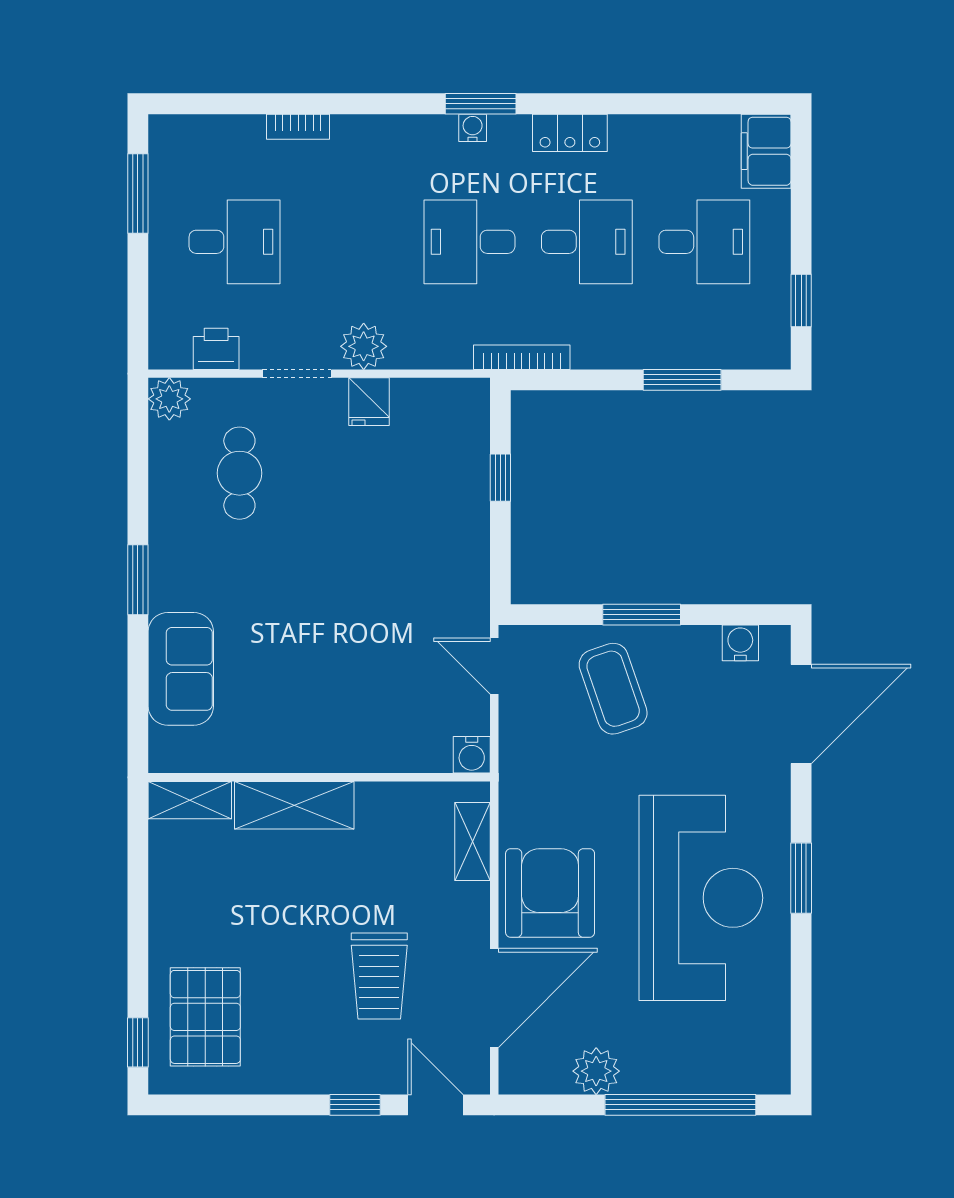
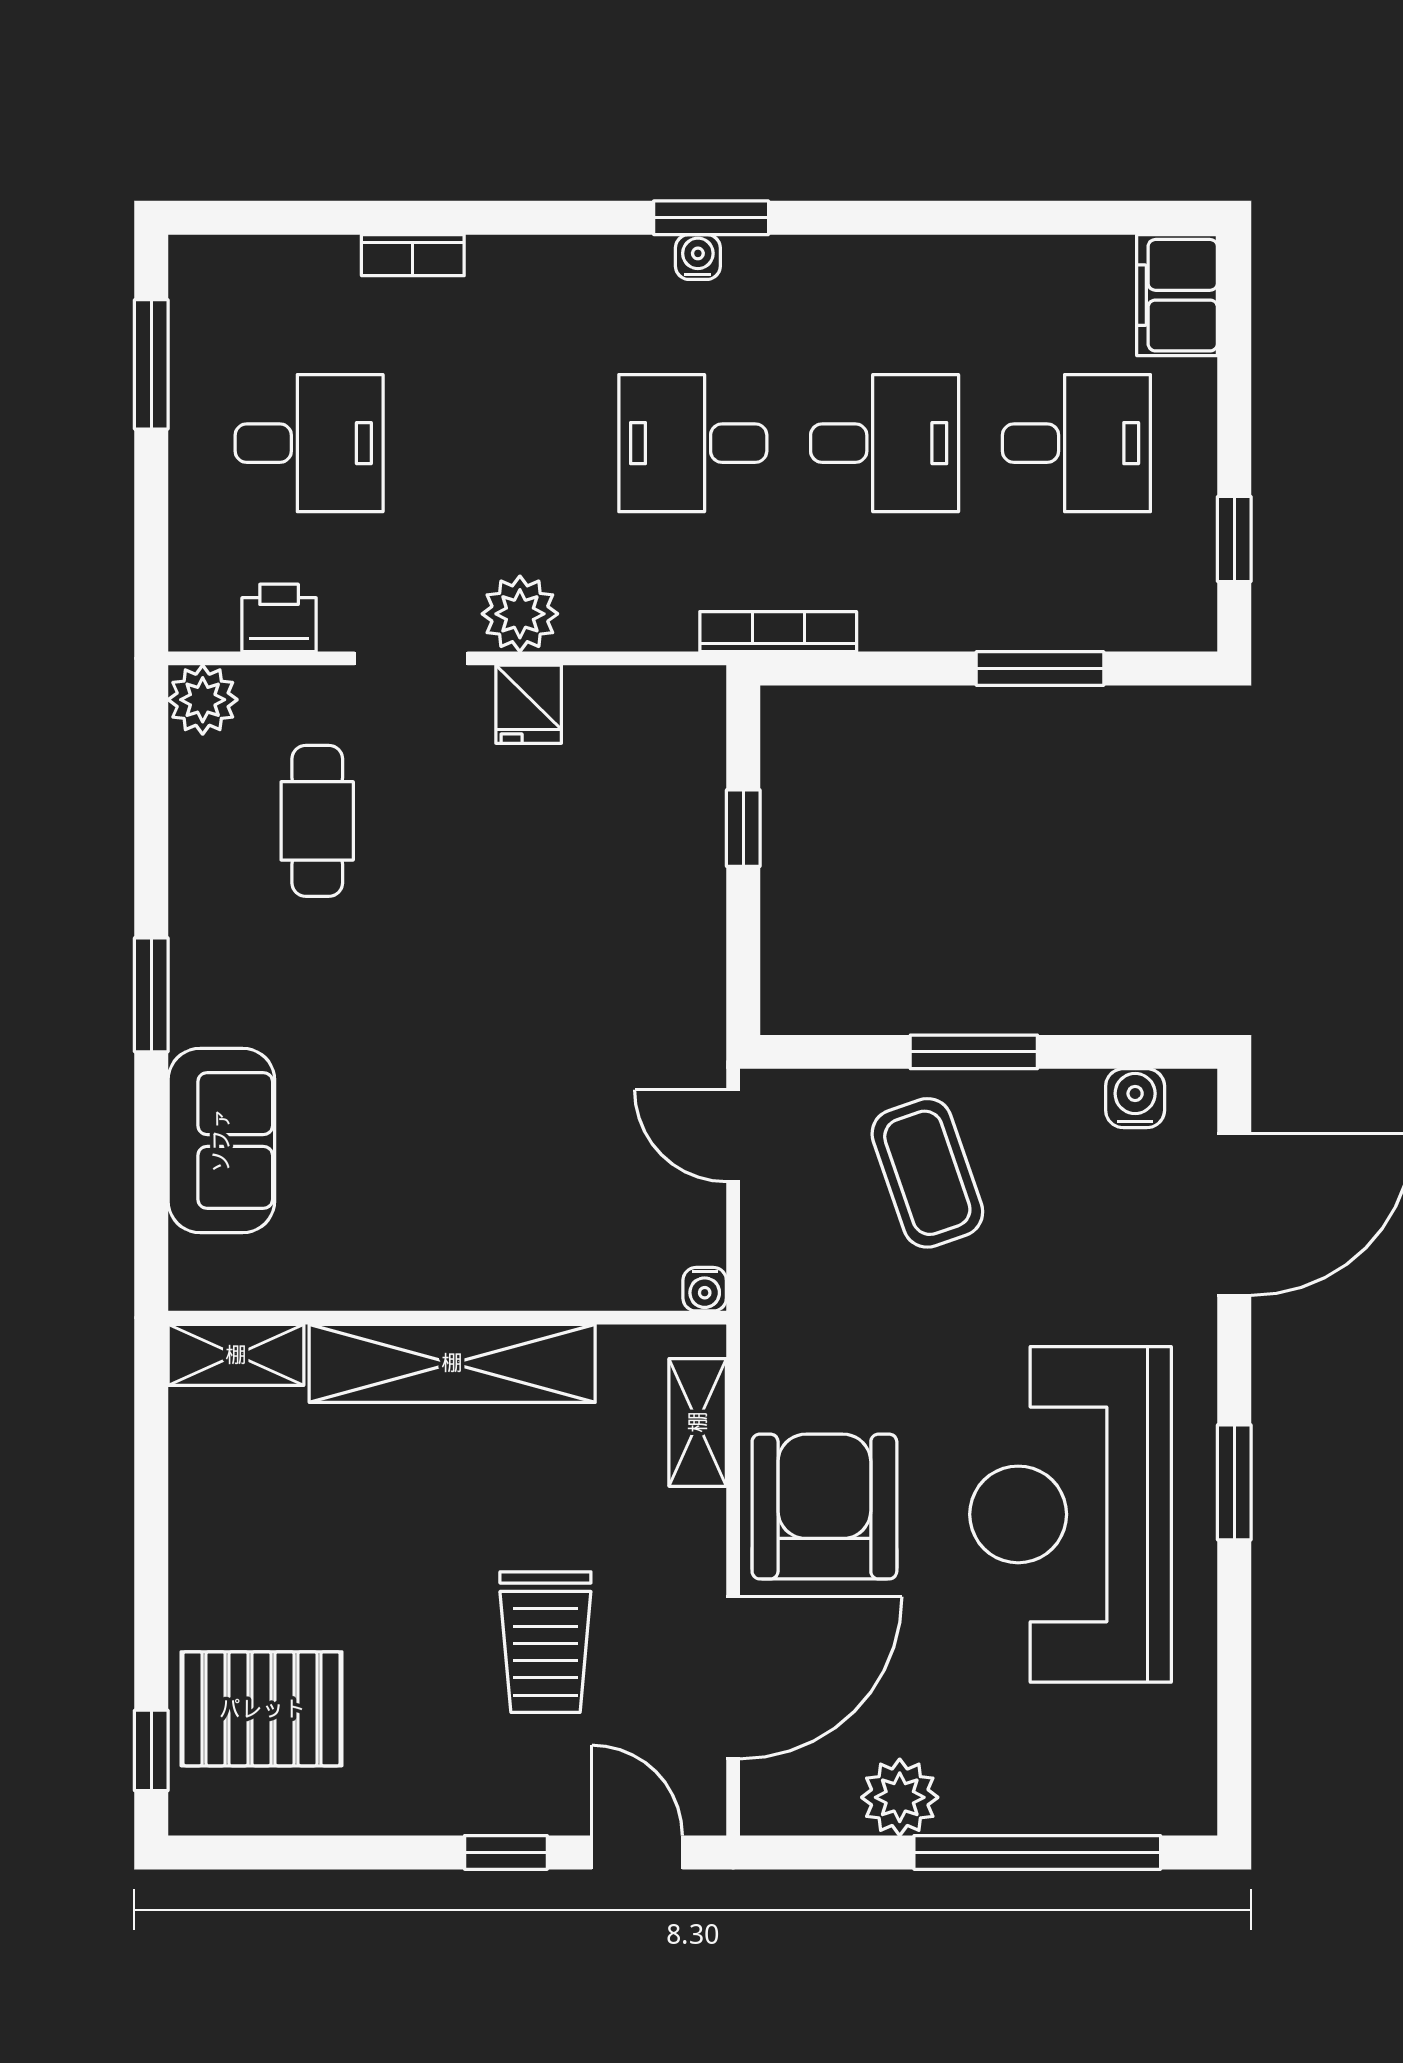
locker: (570, 133) -> (857, 265), removed
water cooler: (472, 755) -> (705, 1289), width x0.72, depth x0.72
shelving: (294, 805) -> (452, 1363), width x1.47
reception desk: (701, 898) -> (1071, 1514), turned 180
pallet: (205, 1017) -> (262, 1709), turned 90

